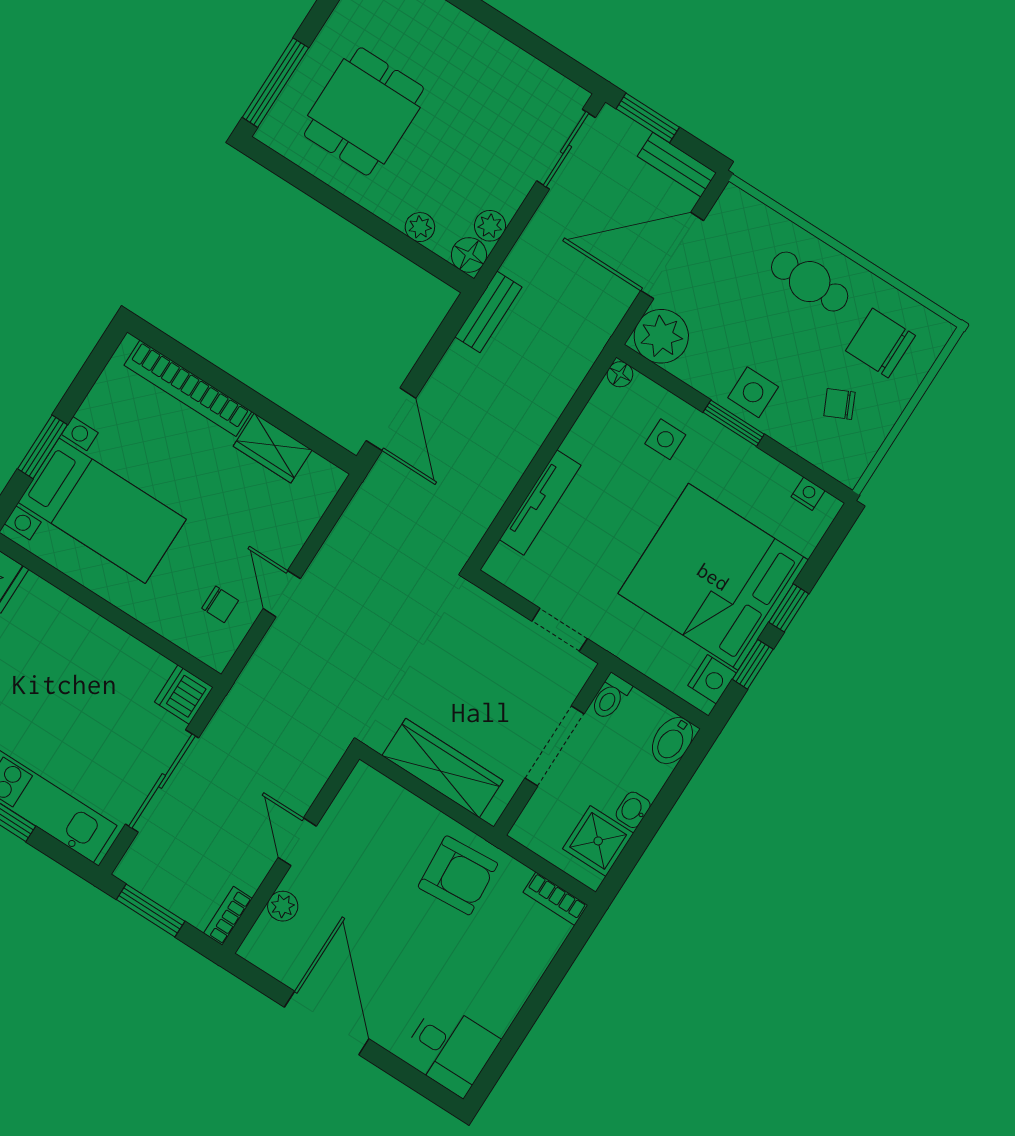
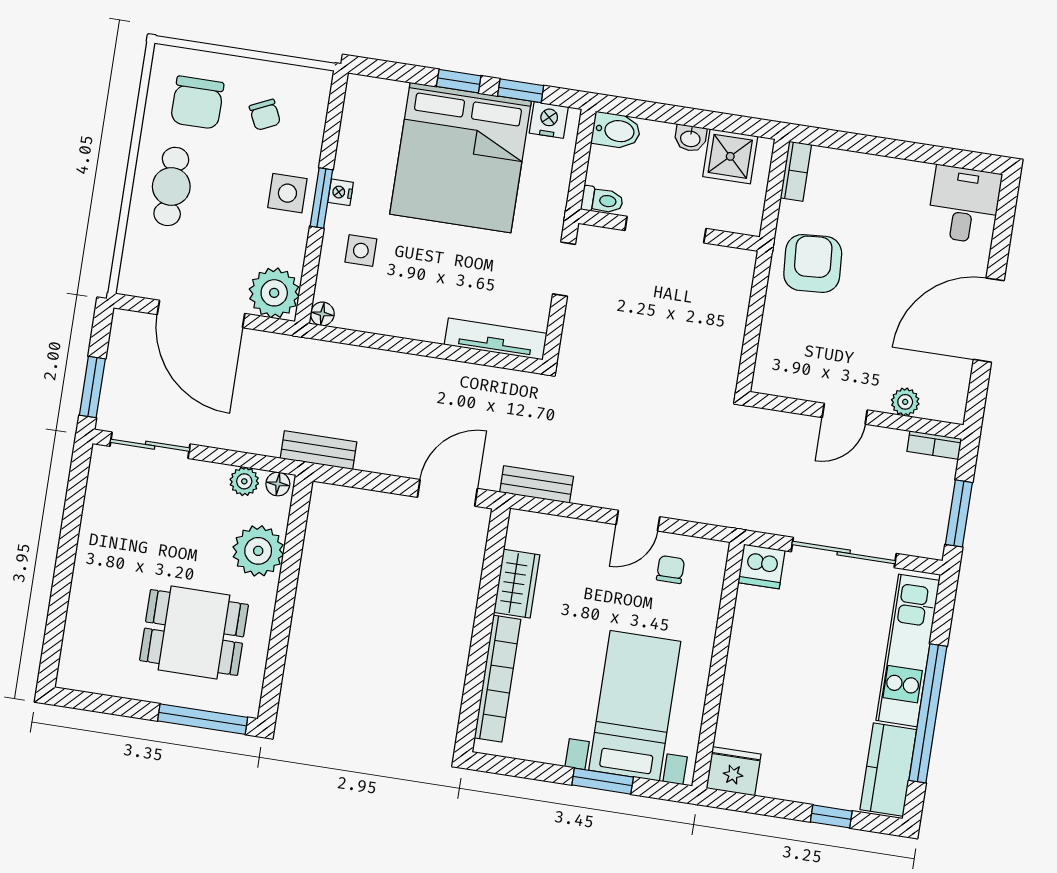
bench: (677, 165) -> (537, 484), moved, turned 90
plant: (420, 227) -> (258, 551), width x1.88, depth x1.88
floor lamp: (469, 255) -> (278, 484), width x0.73, depth x0.73
nightstand: (808, 494) -> (341, 192), moved
tv unit: (540, 502) -> (496, 339), moved
wardrobe: (443, 768) -> (727, 317), removed

